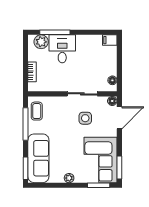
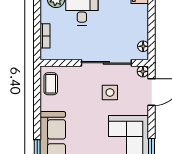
sliding door: (82, 94) -> (106, 63), width x1.37
window: (26, 124) -> (37, 100), removed

